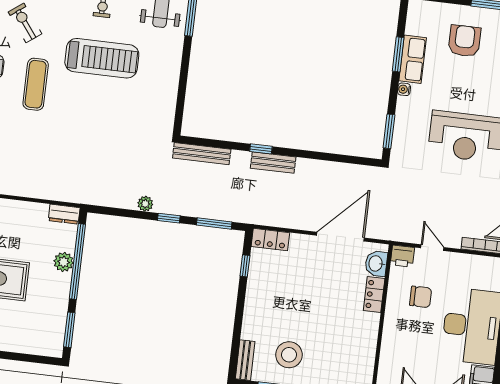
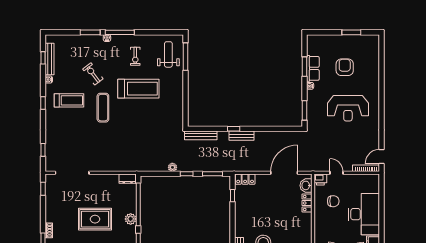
armchair: (465, 41) -> (345, 67), moved
plant: (64, 262) -> (131, 219), moved

